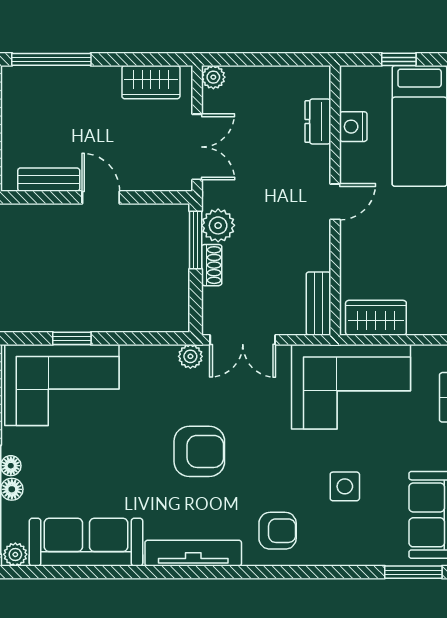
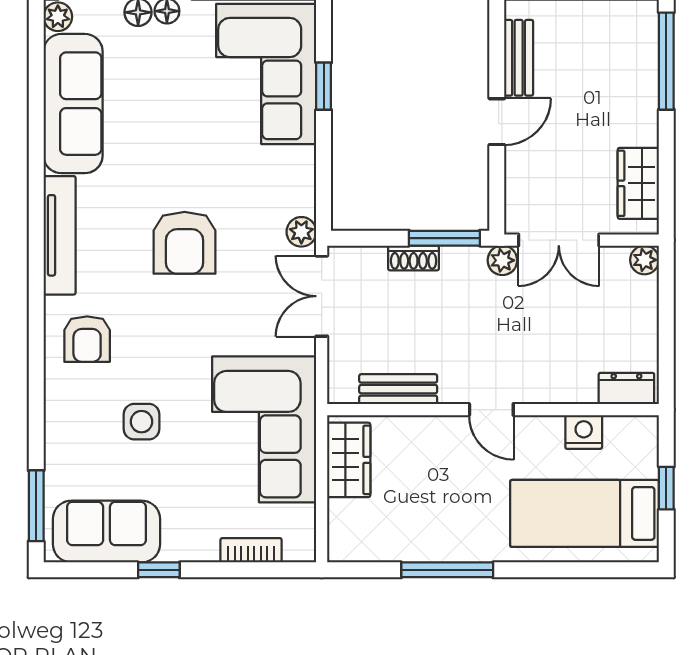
dresser: (318, 122) -> (626, 388), moved
plant: (218, 225) -> (502, 260), moved, width x0.73, depth x0.73
bench: (318, 304) -> (398, 389), moved

